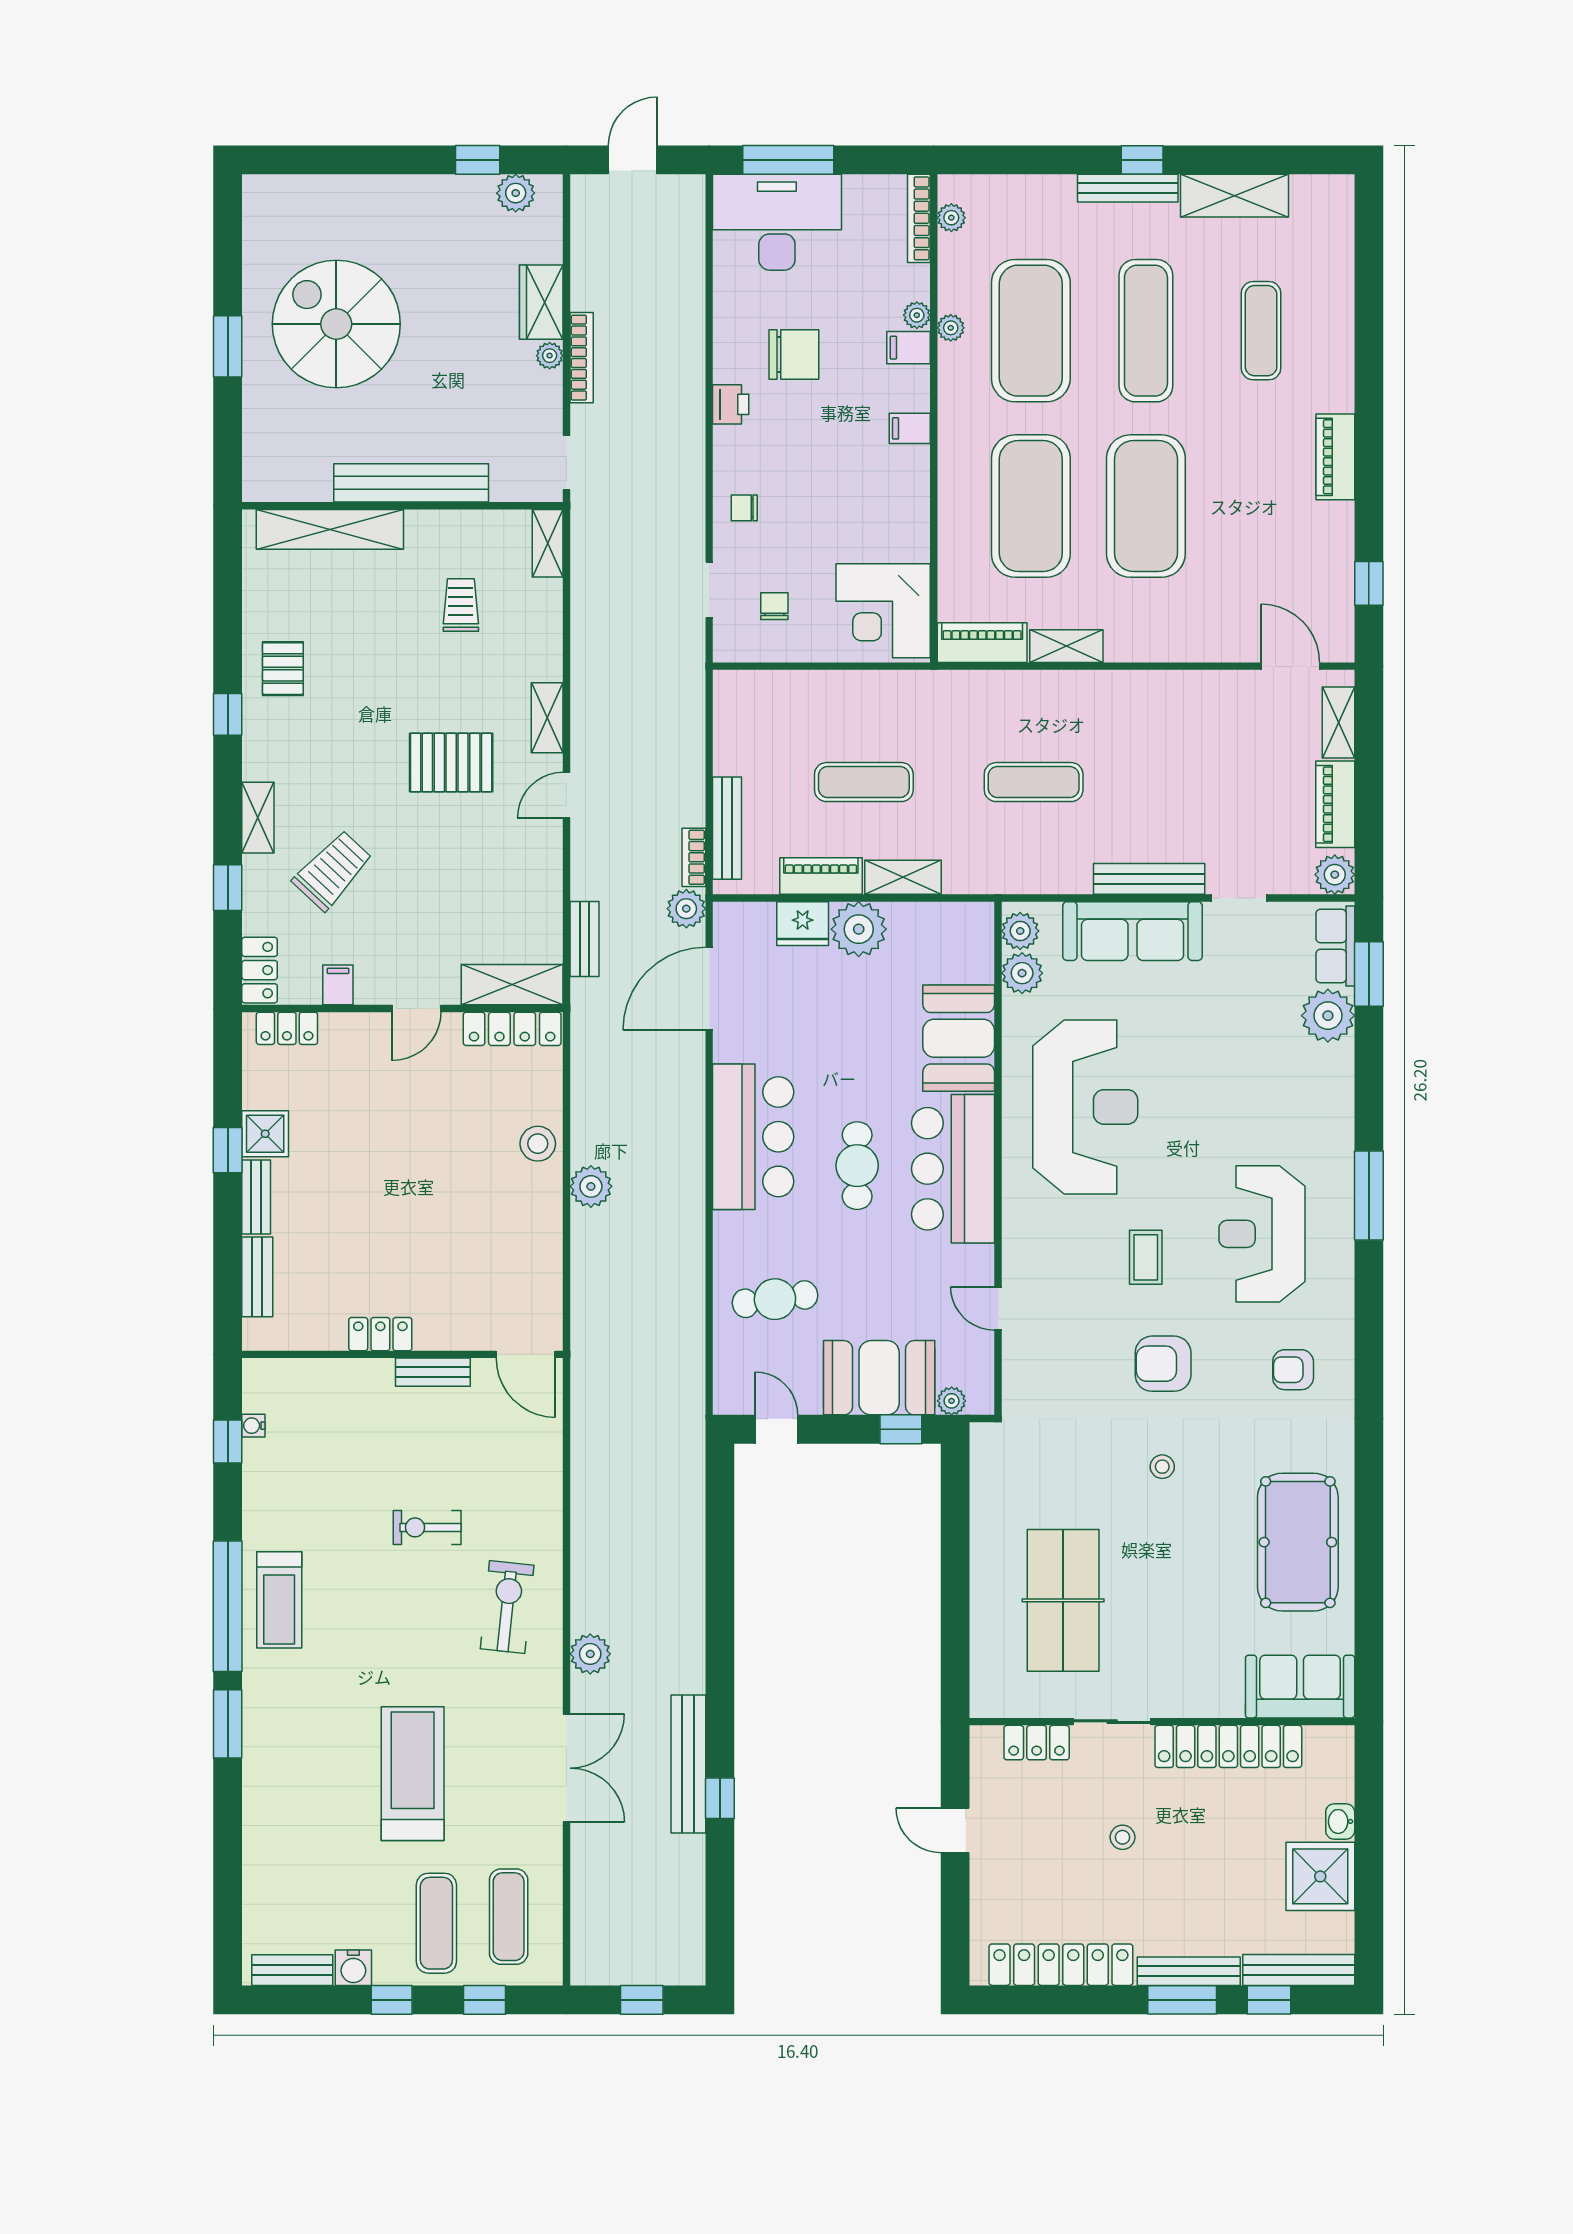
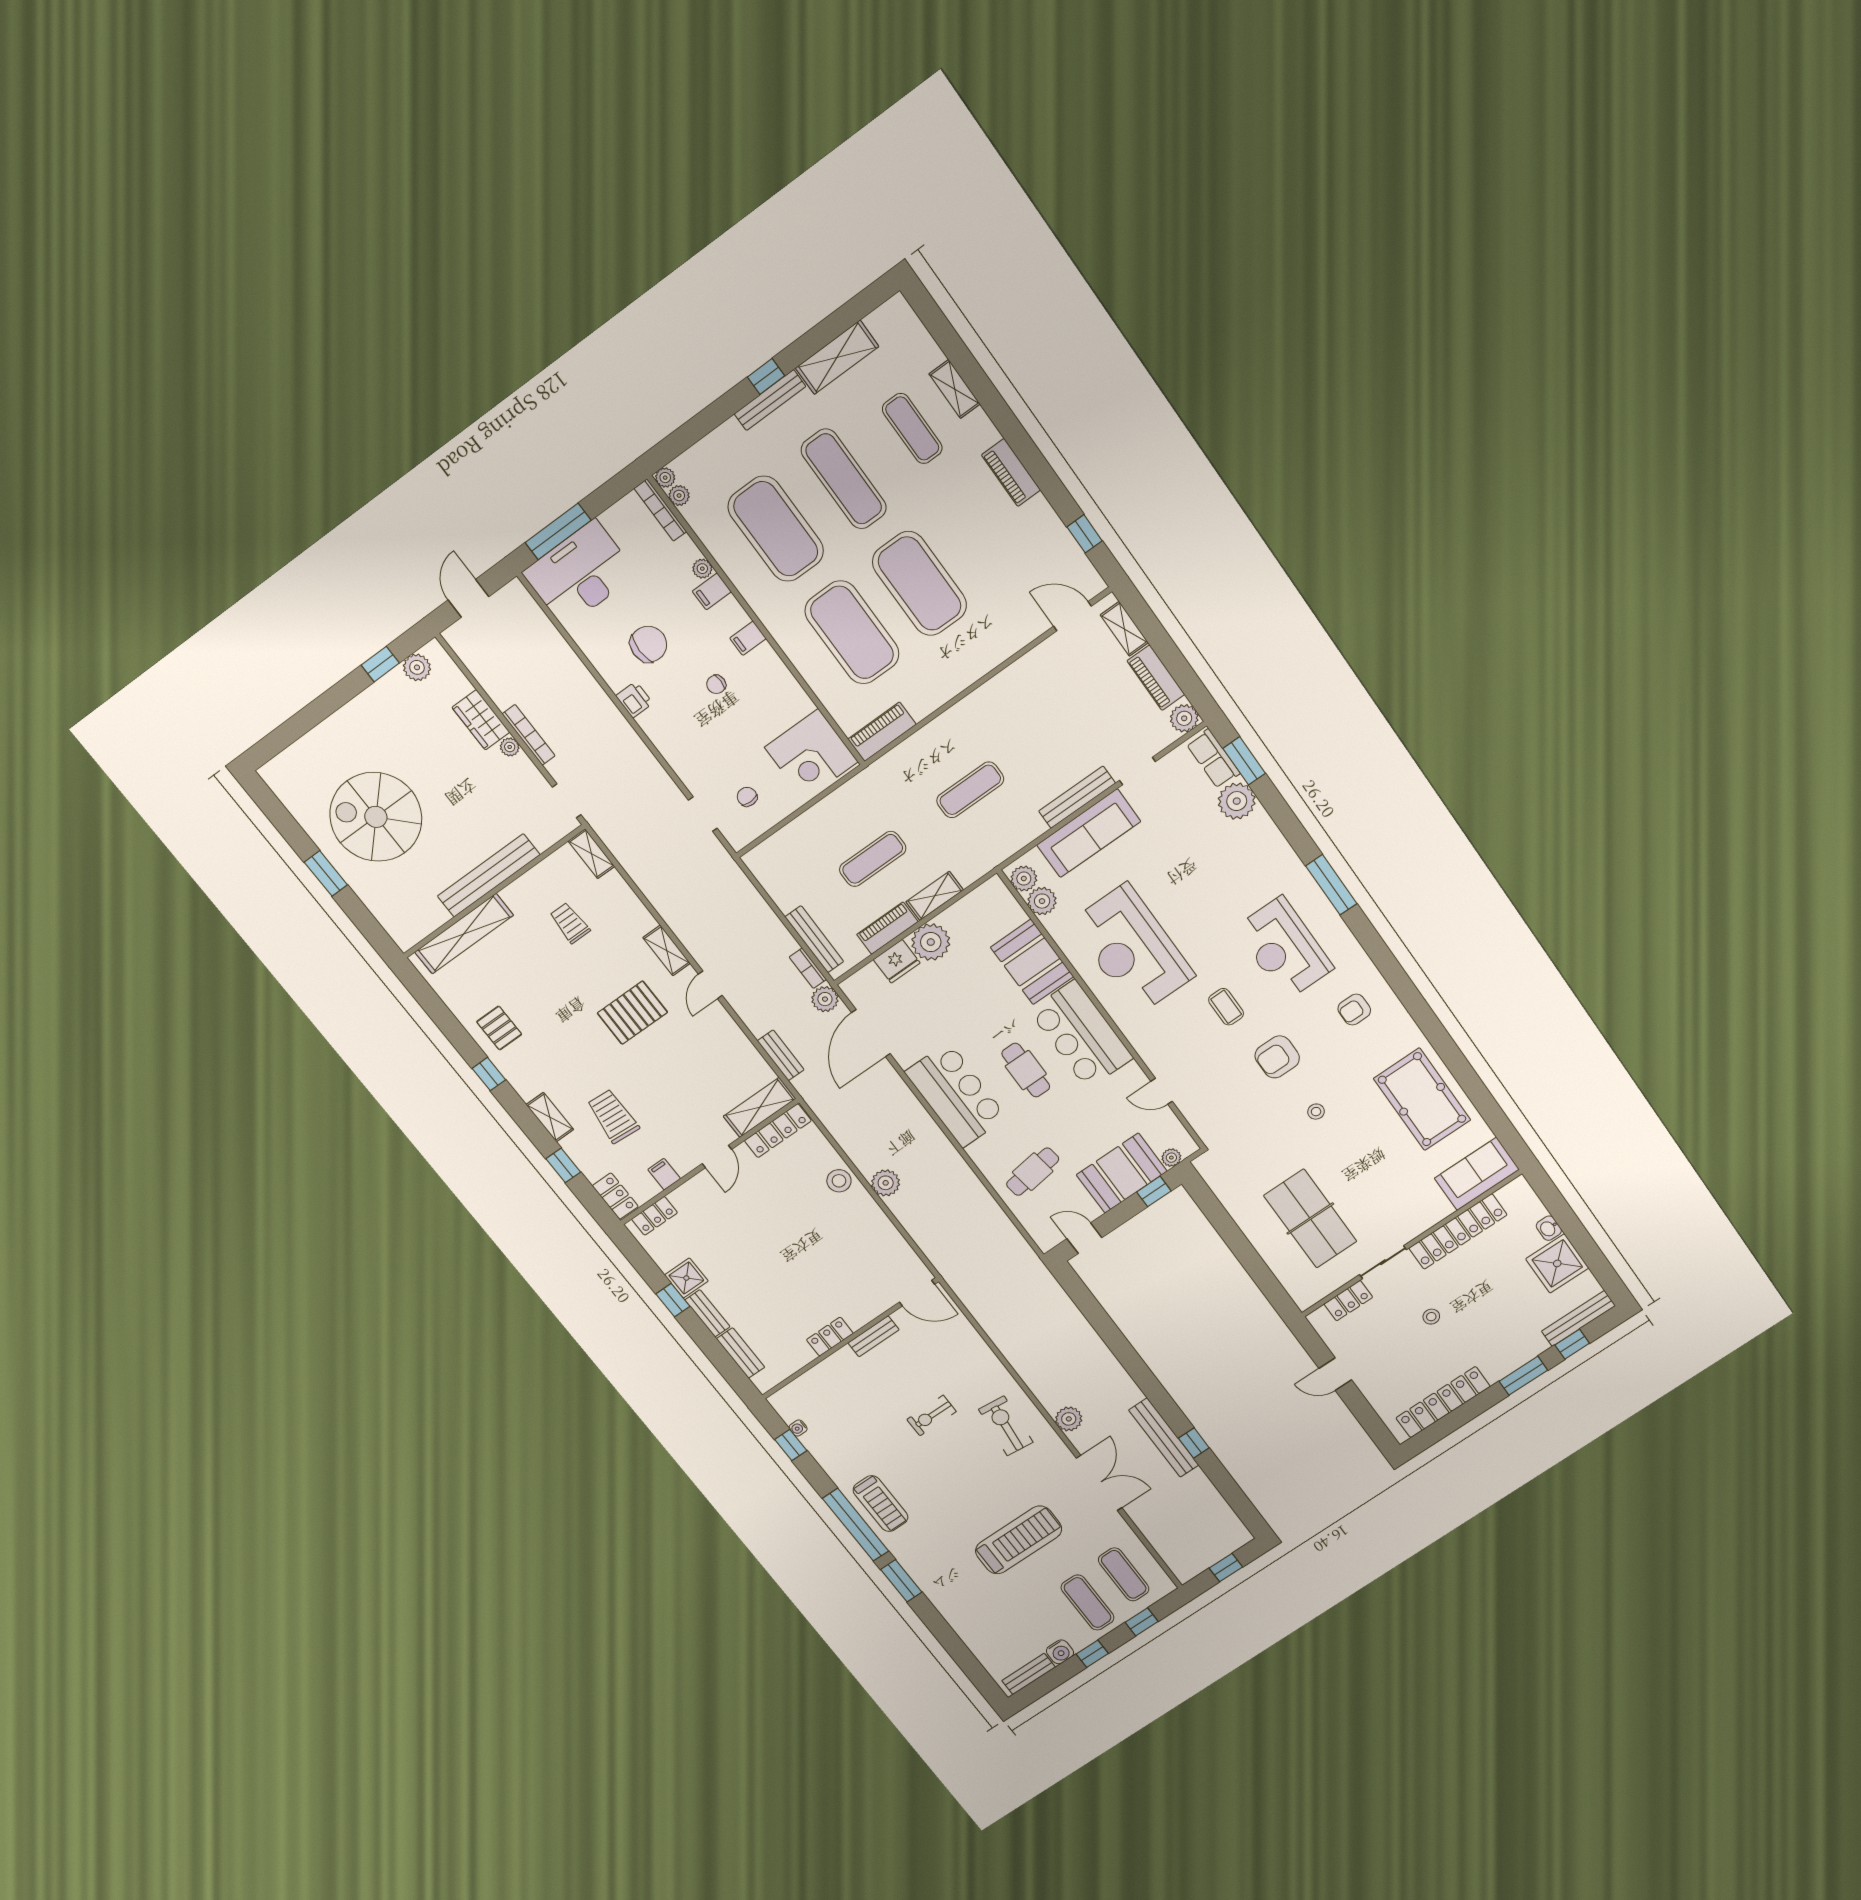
plant: (951, 328) -> (665, 478), moved
chair: (744, 508) -> (716, 684), moved
shelving: (1066, 646) -> (955, 389), moved, turned 90
trolley: (332, 870) -> (613, 1116), turned -39
reception desk: (1085, 1107) -> (1132, 949), turned 180
treadmill: (413, 1774) -> (1019, 1540), turned 90
bench: (1189, 1971) -> (1517, 1359), removed

